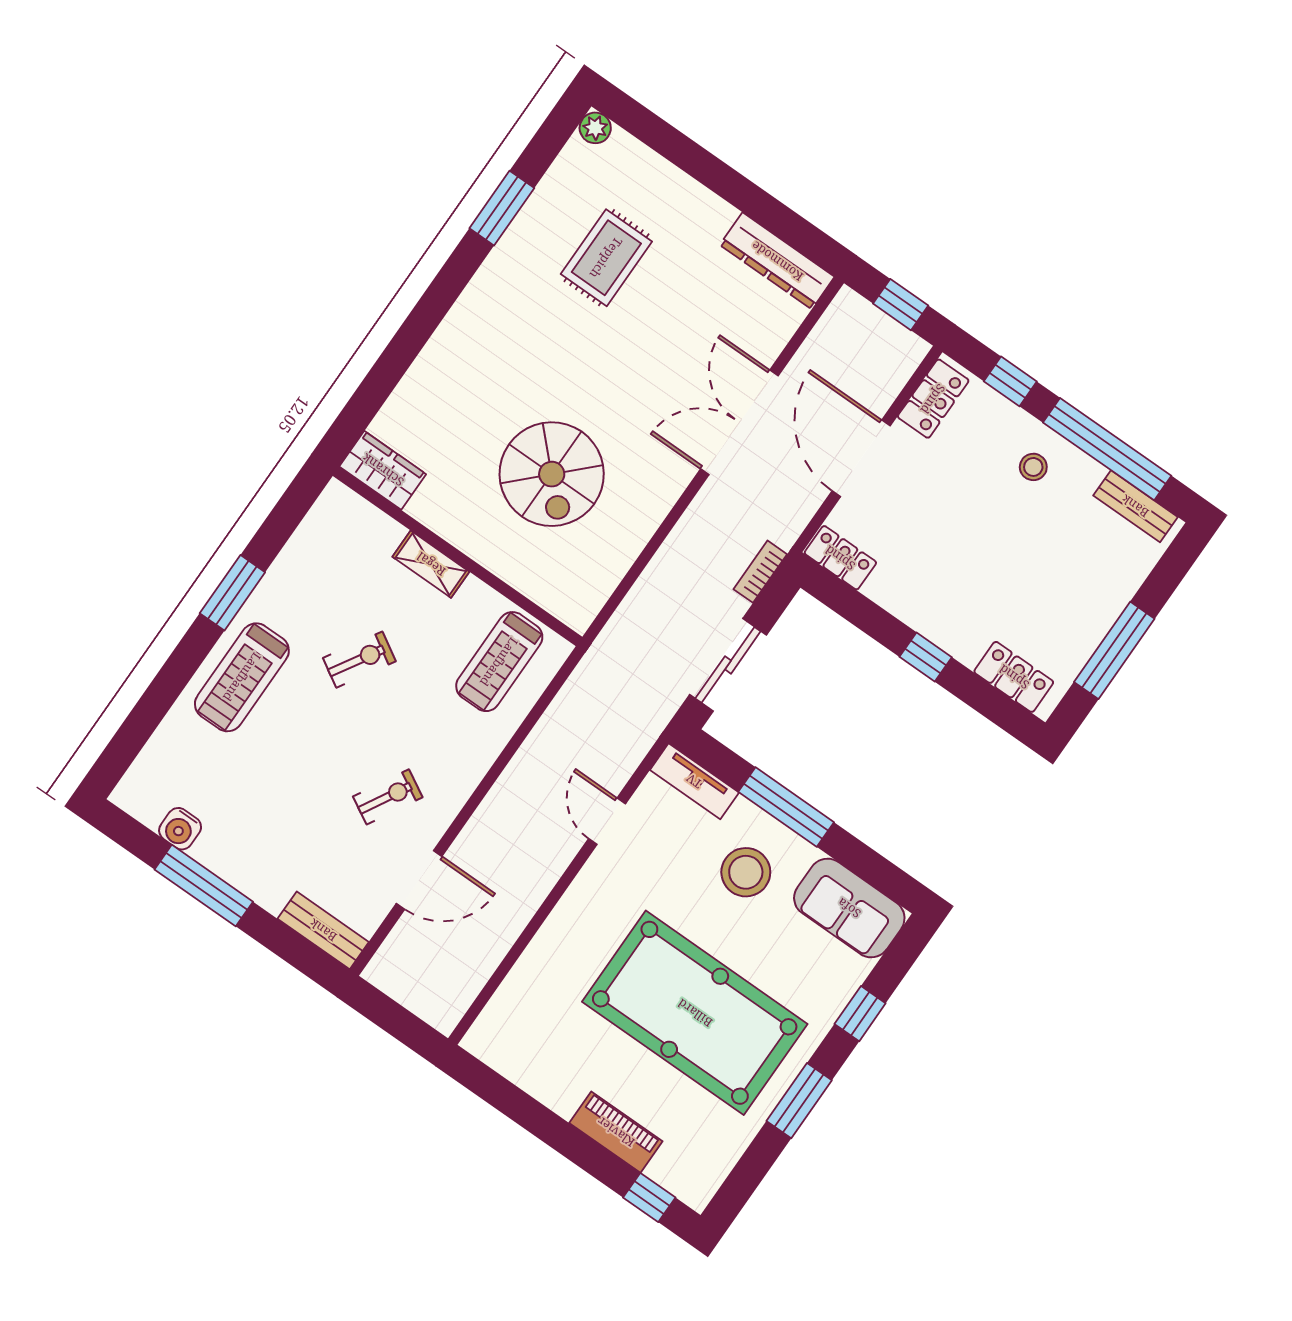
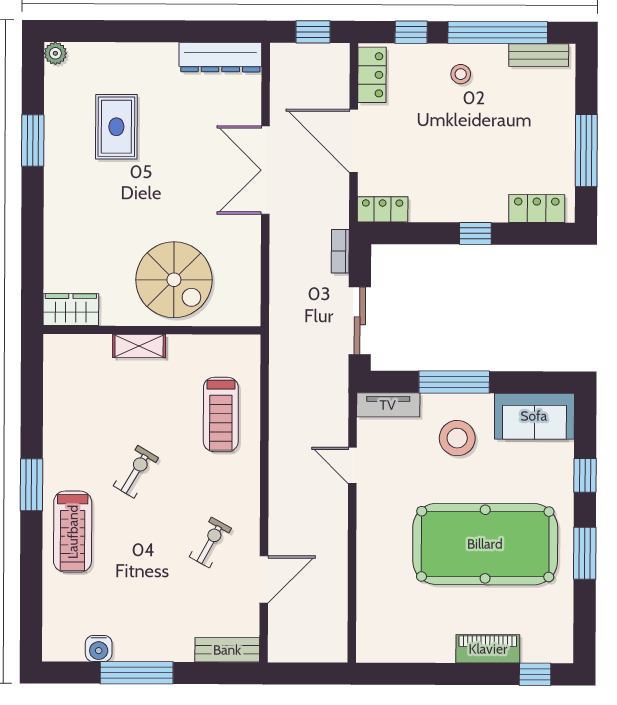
wardrobe: (383, 470) -> (71, 310), moved
wall: (458, 556) -> (152, 330), moved
shelving: (431, 564) -> (139, 346), moved

